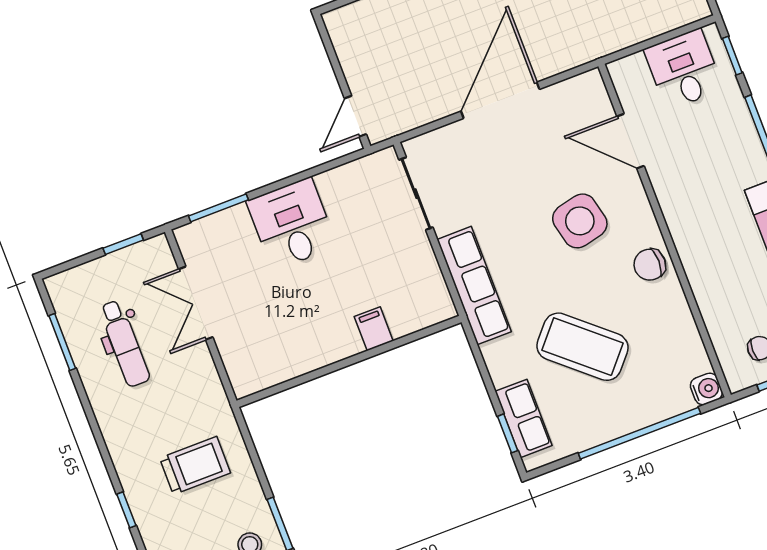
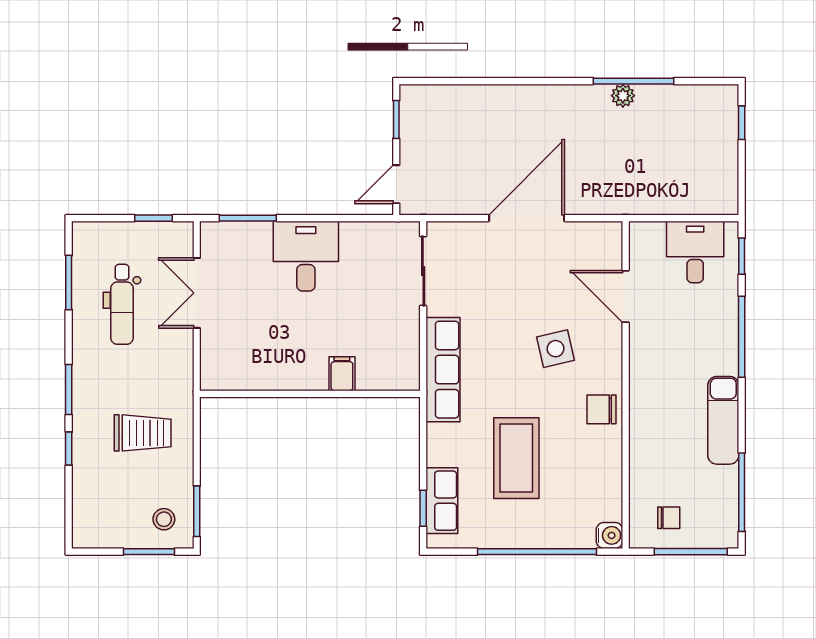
window: (330, 51) -> (396, 119), added
side table: (580, 221) -> (555, 349), width x0.73, depth x0.73
coffee table: (582, 347) -> (516, 458), turned 49
window: (104, 450) -> (69, 390), added

